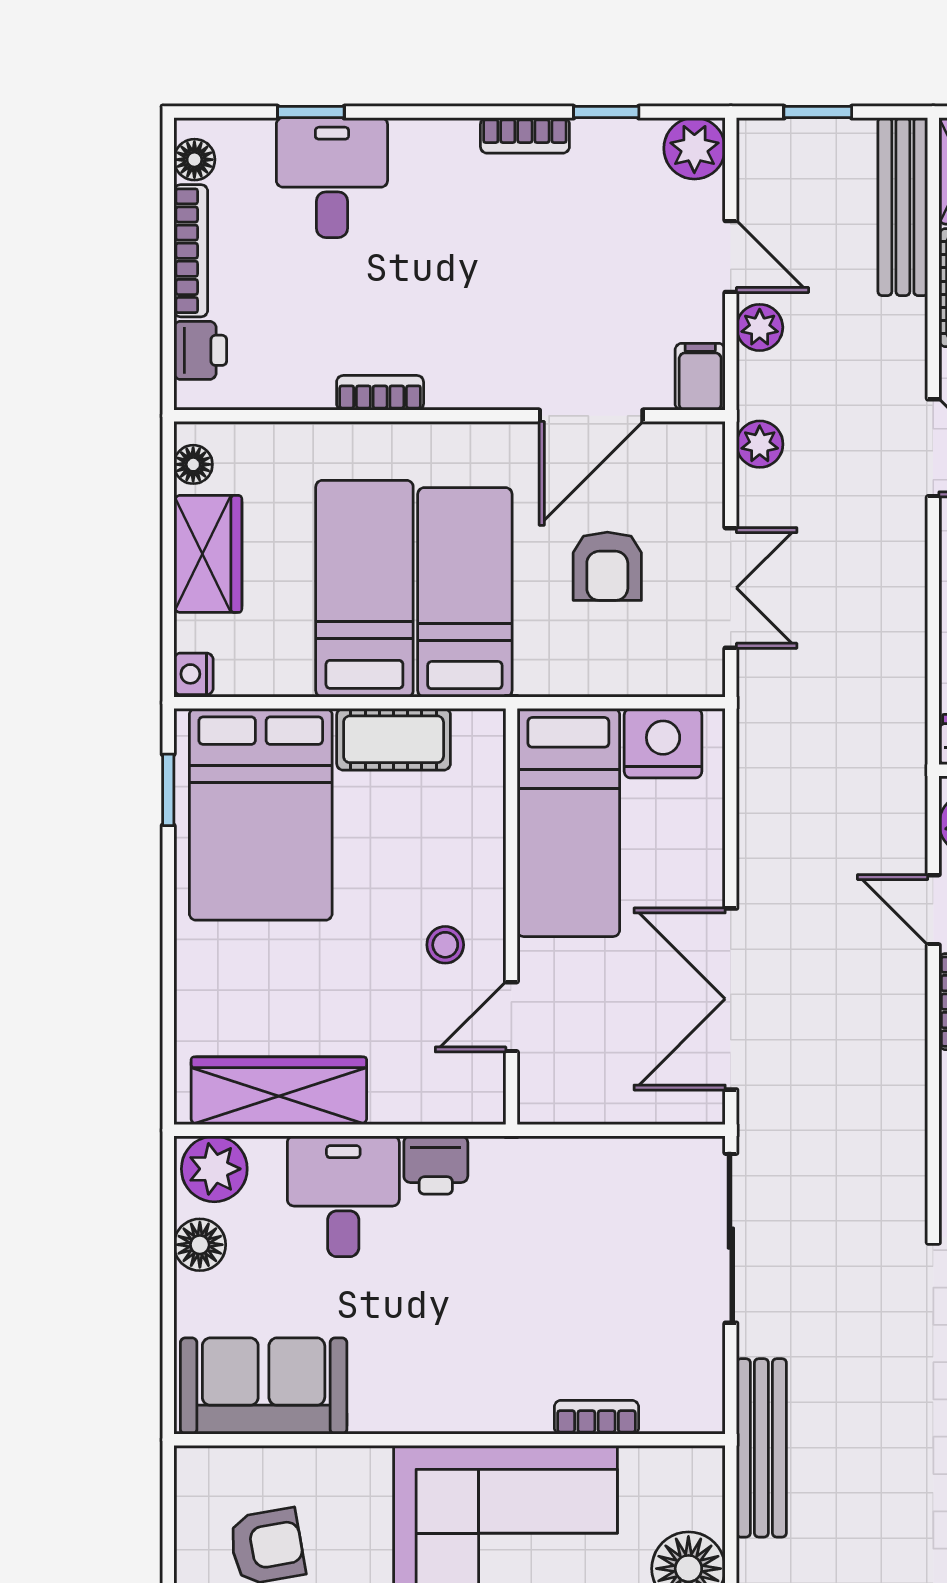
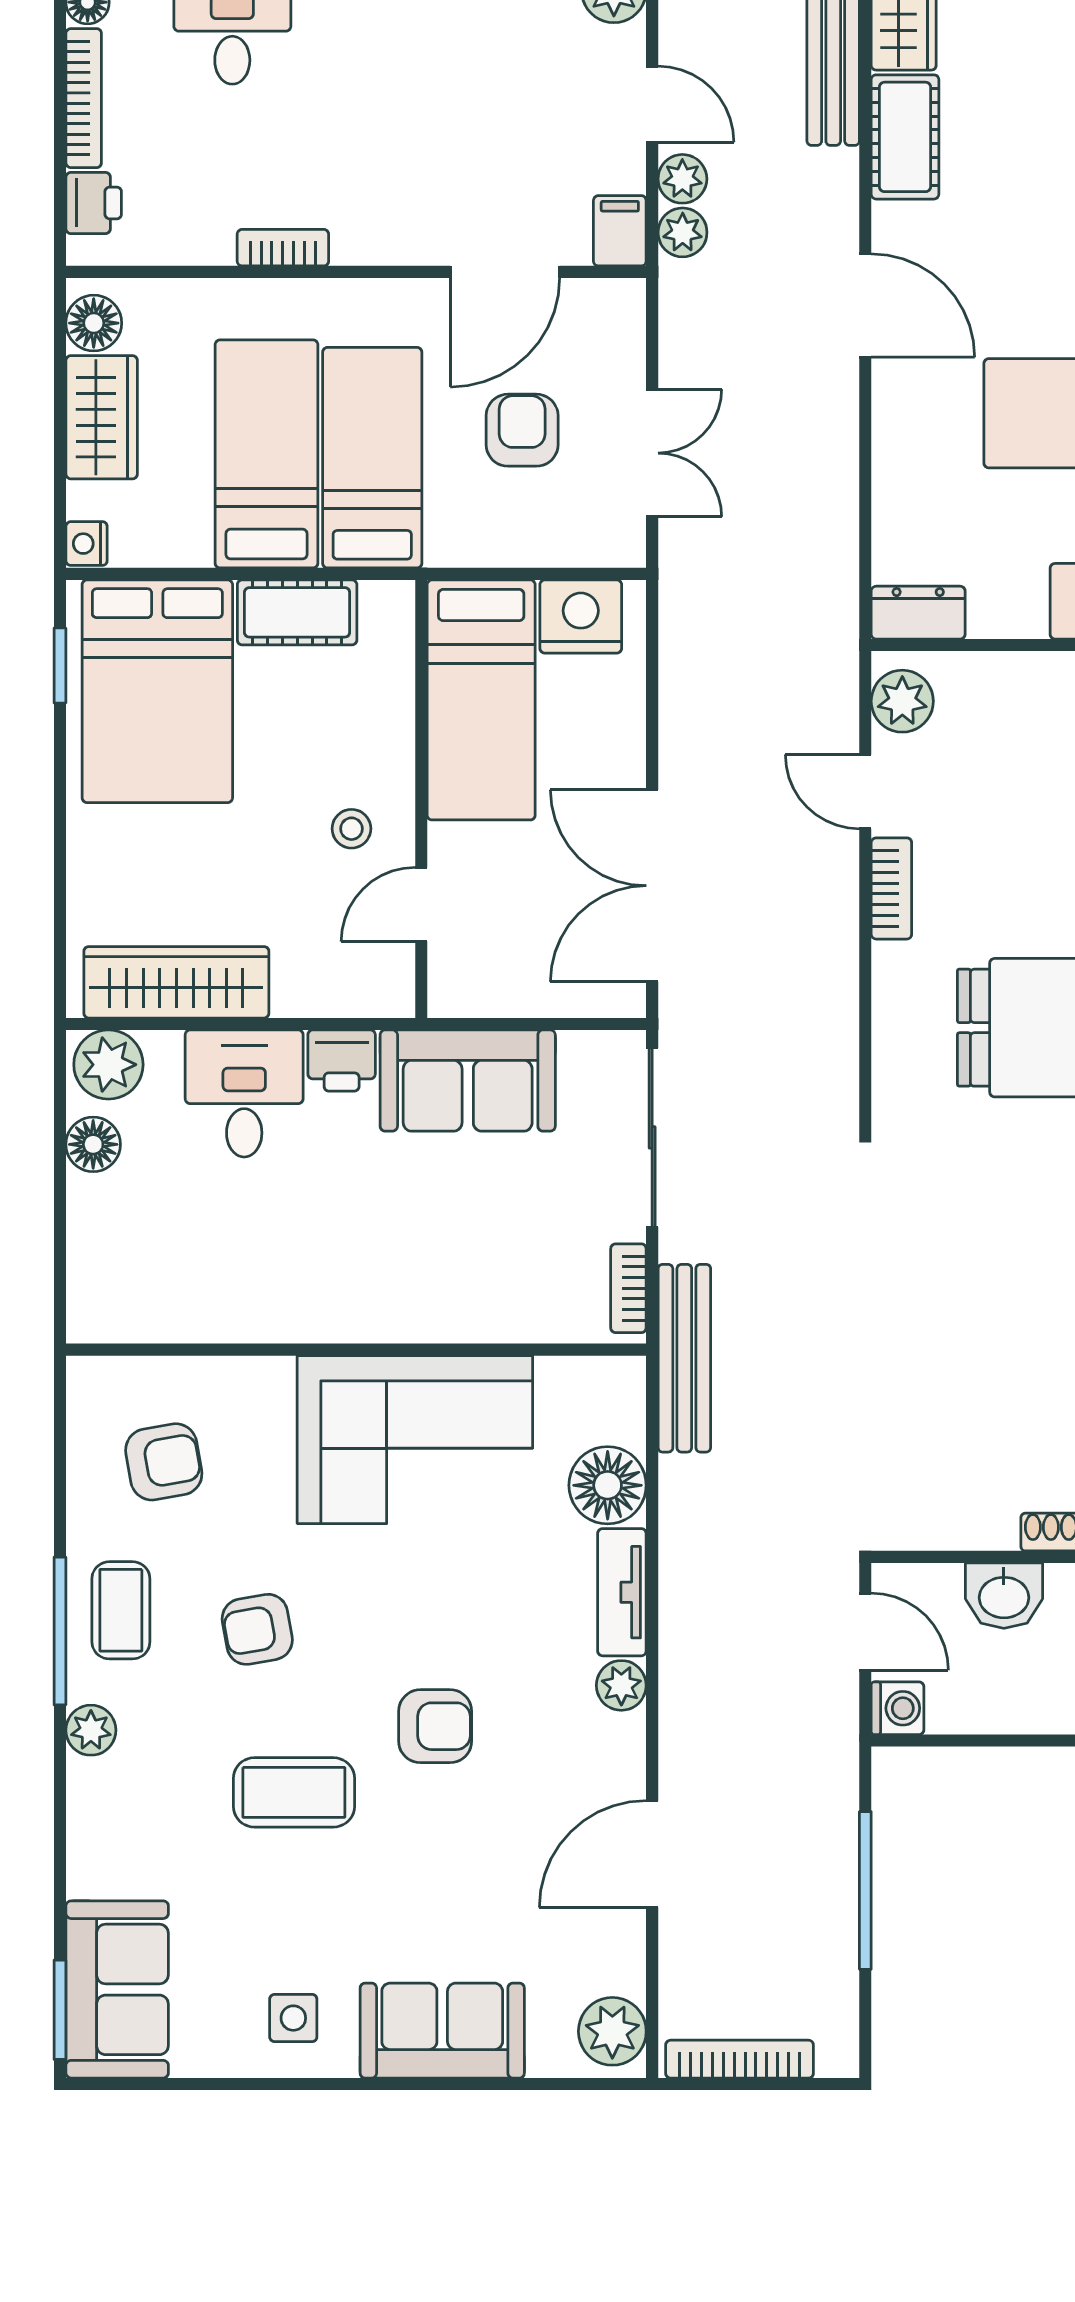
plant: (760, 444) -> (683, 232), moved
floor lamp: (193, 464) -> (94, 323), width x1.37, depth x1.37
armchair: (607, 566) -> (522, 430), turned 180
sofa: (264, 1386) -> (468, 1081), moved, turned 180
bookcase: (596, 1417) -> (628, 1288), moved, turned -90

